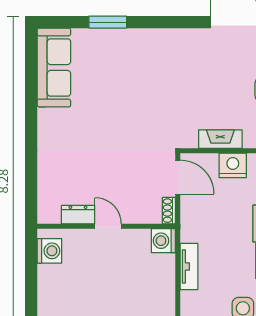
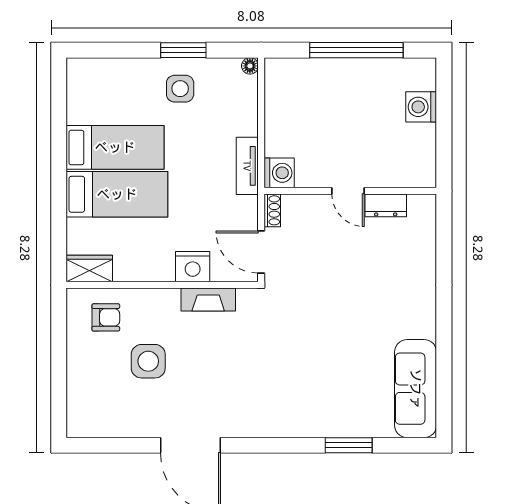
washing machine: (49, 251) -> (421, 107), moved
tv unit: (189, 266) -> (247, 166), moved

